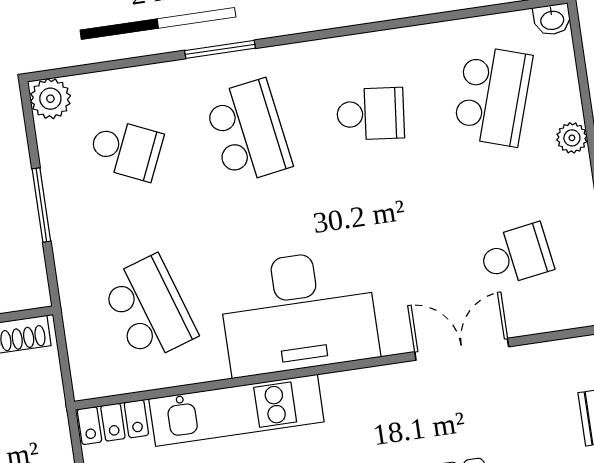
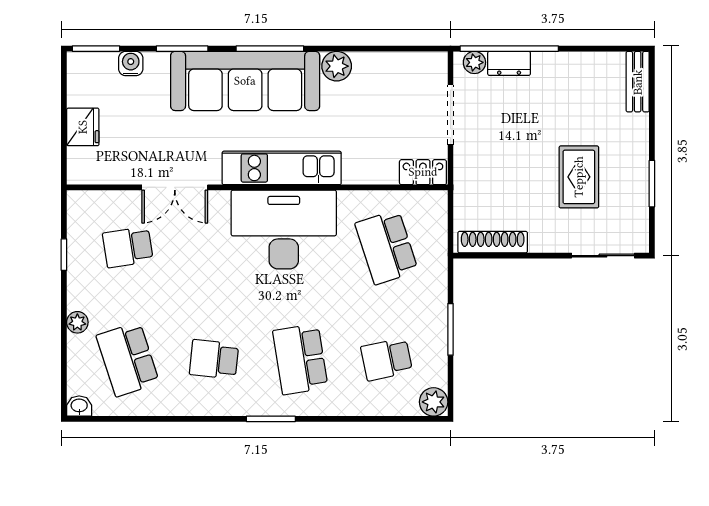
window: (220, 49) -> (271, 419), moved
school desk: (493, 96) -> (128, 359), turned -36
school desk: (126, 149) -> (387, 359), turned -36
kitchen unit: (236, 410) -> (282, 168), moved

